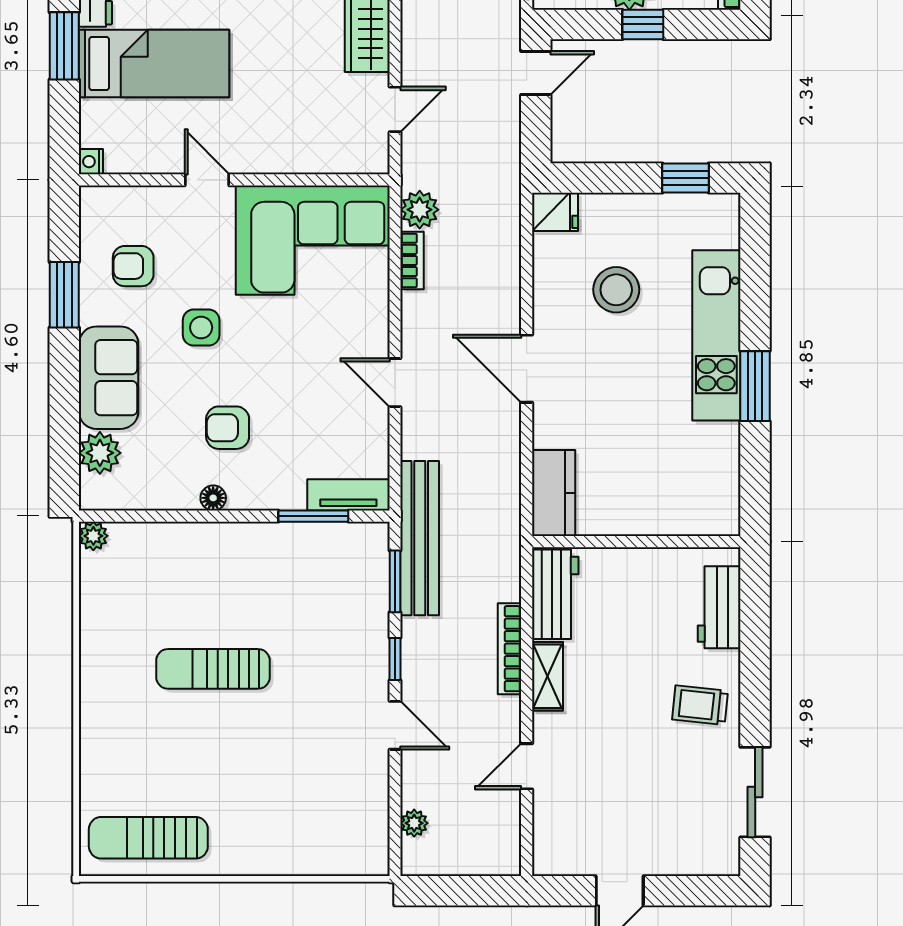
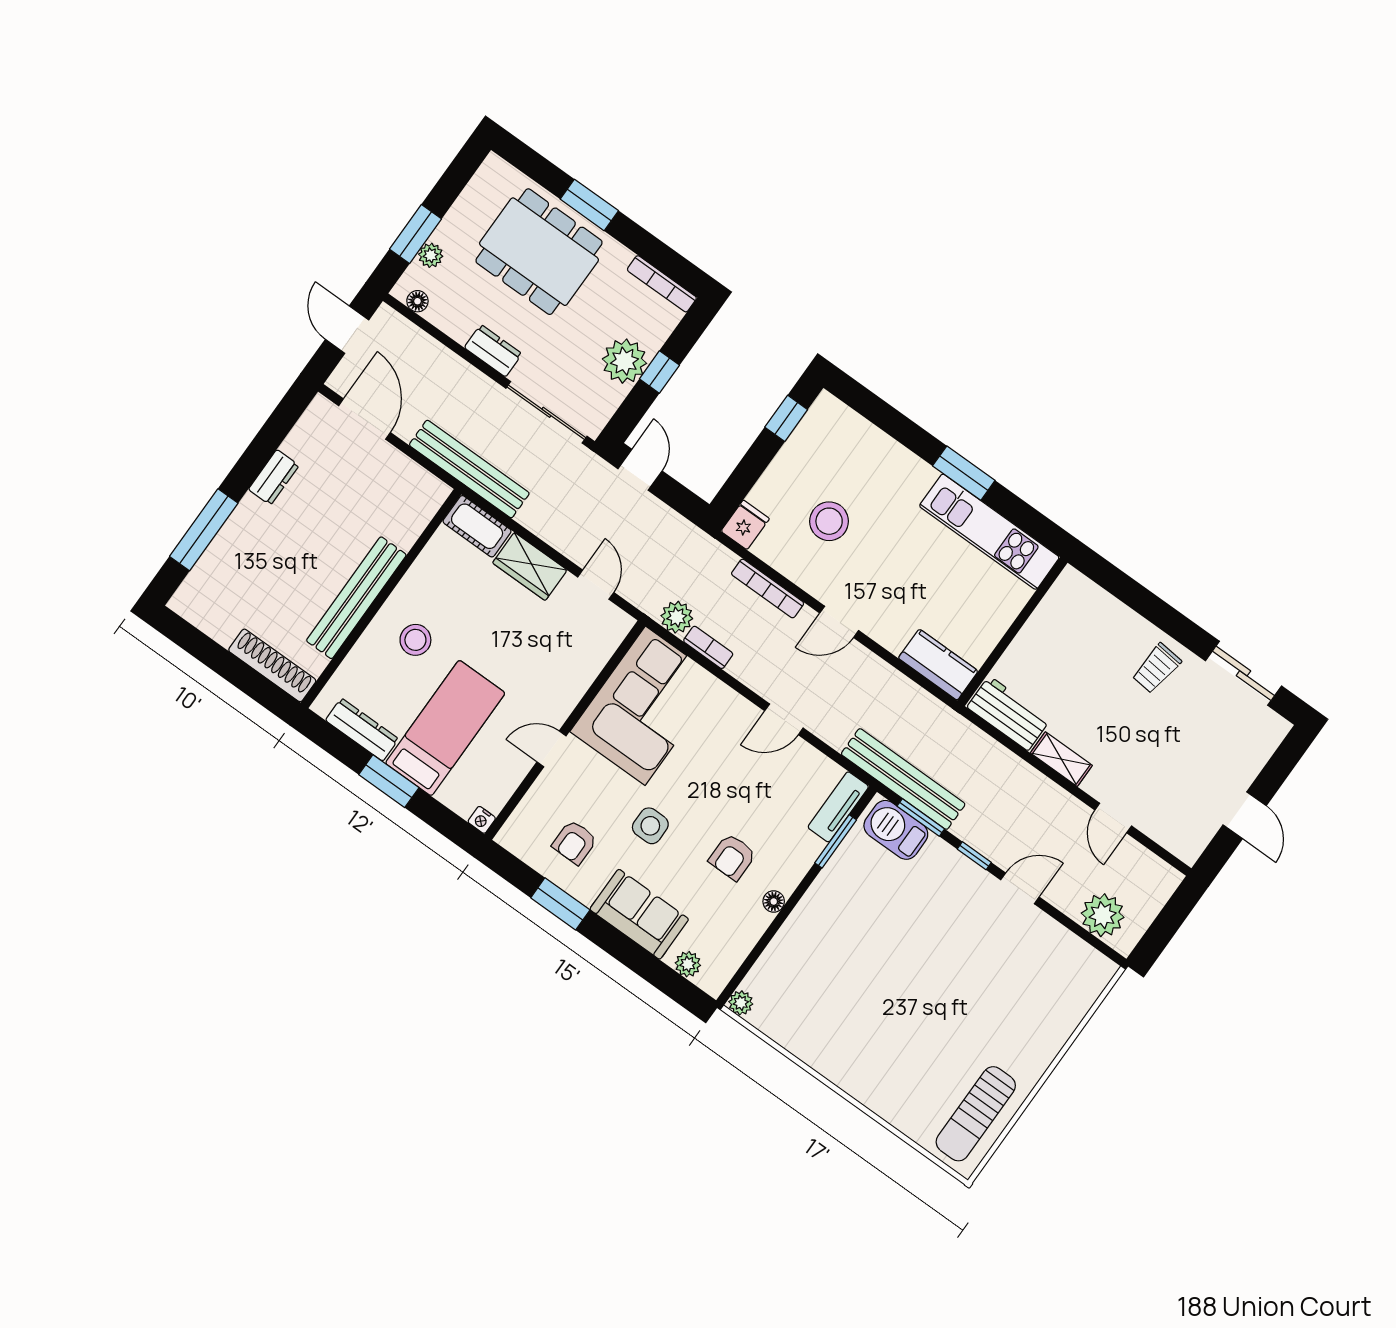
kitchen unit: (716, 335) -> (989, 532), moved
door: (527, 369) -> (839, 622), width x0.73
plant: (100, 453) -> (688, 964), width x0.73, depth x0.73
barbecue: (366, 566) -> (896, 830), added
workbench: (719, 607) -> (1099, 607), removed
bookcase: (509, 649) -> (768, 588), moved
sun lounger: (213, 669) -> (891, 986), removed
plant: (414, 823) -> (1103, 915), width x1.88, depth x1.88

